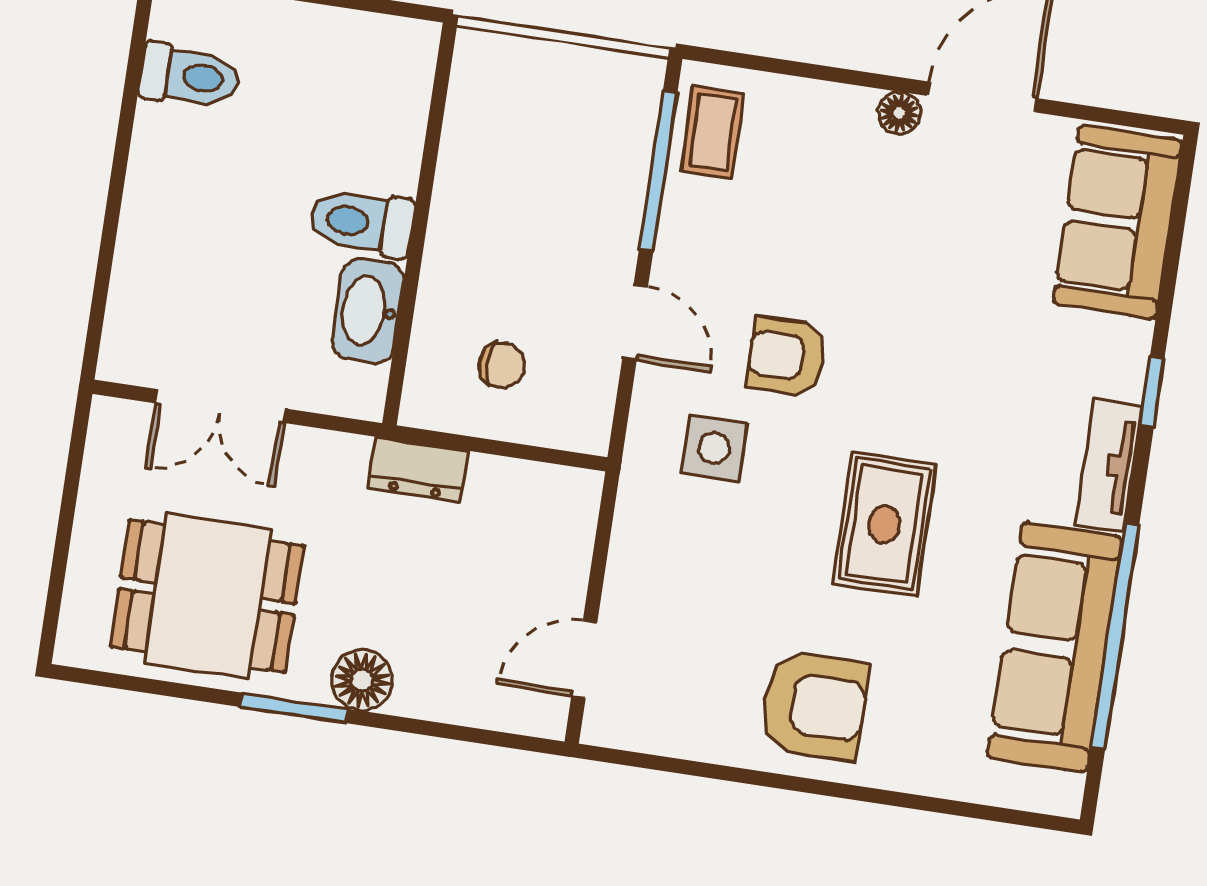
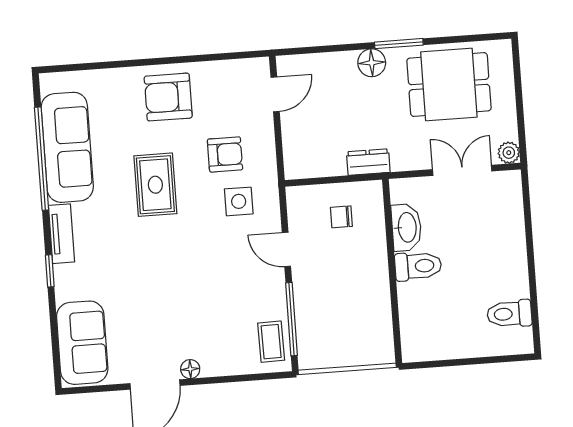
armchair: (787, 357) -> (225, 154), moved
plant: (112, 421) -> (509, 153), added

